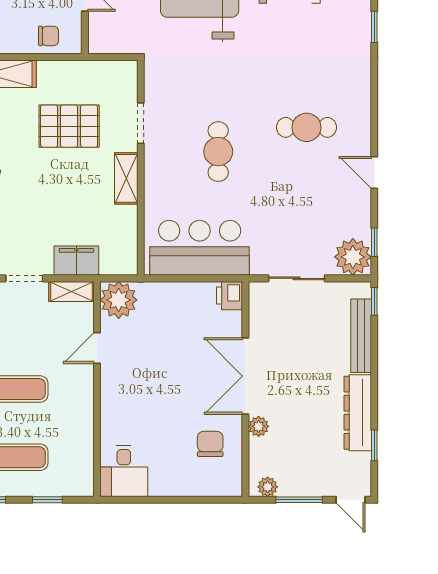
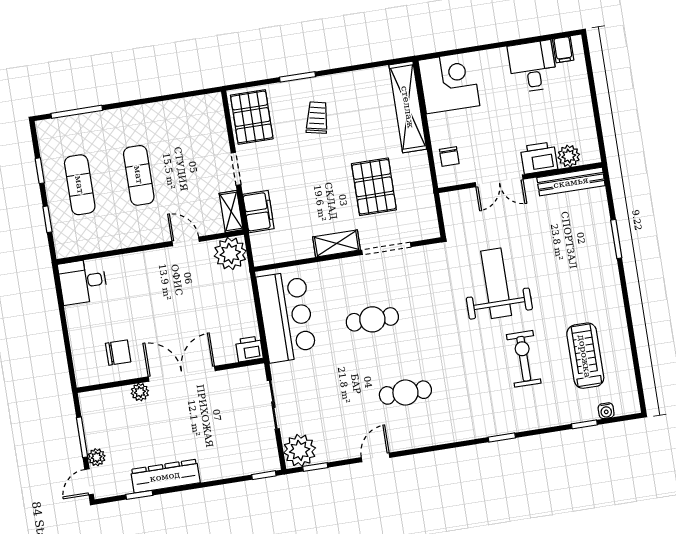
doorway: (141, 123) -> (386, 248), width x1.38
cafe table: (306, 127) -> (405, 393), turned 90
bench: (361, 336) -> (232, 468), removed
plant: (268, 487) -> (97, 457), moved

